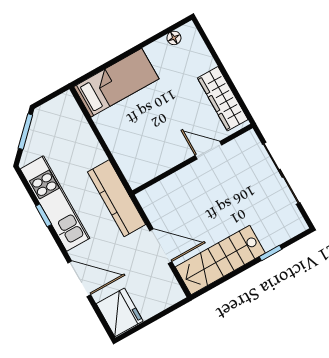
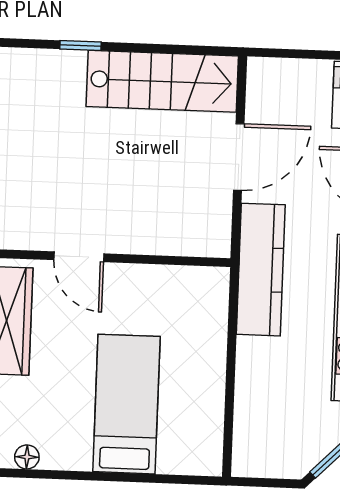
bed: (116, 83) -> (127, 404), moved, turned 90
door: (161, 246) -> (239, 157), swing flipped

